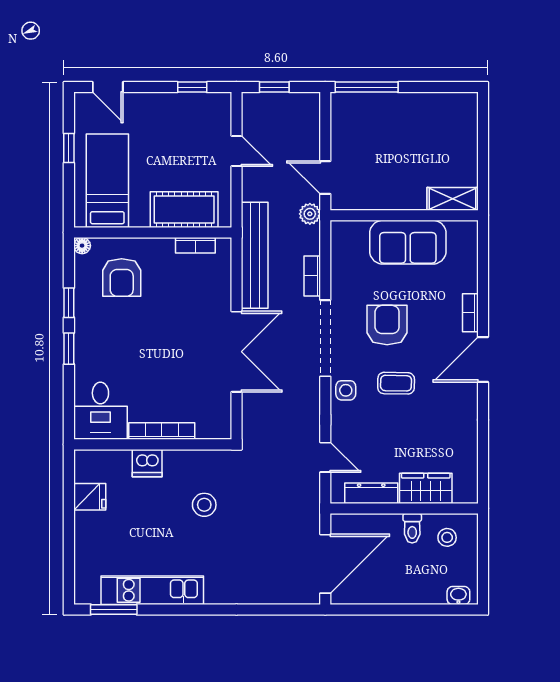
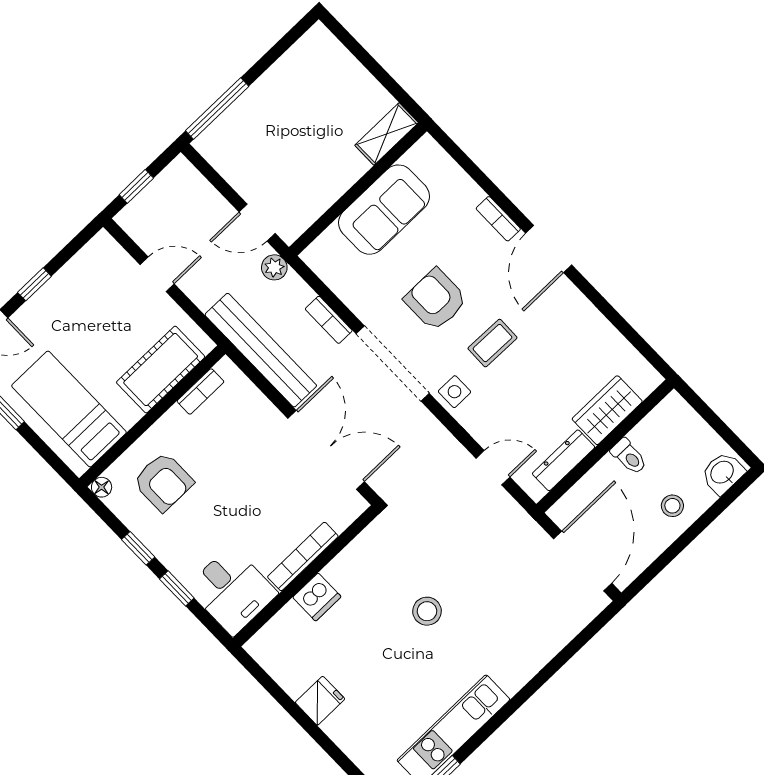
window: (192, 87) -> (34, 284), moved
desk: (100, 411) -> (232, 590), moved
bookcase: (162, 431) -> (303, 556), moved
wall: (153, 444) -> (306, 576), moved
dishwasher: (147, 463) -> (317, 597), moved
stool: (447, 537) -> (672, 506), moved
washbasin: (458, 596) -> (723, 473), width x1.38, depth x1.45

